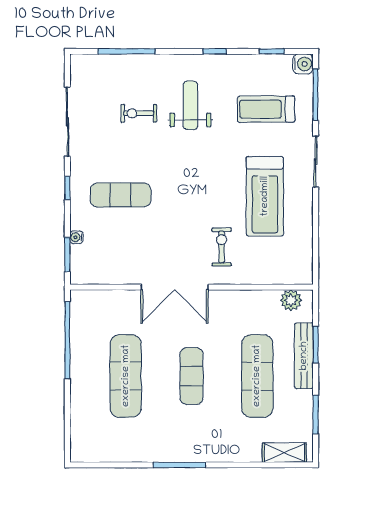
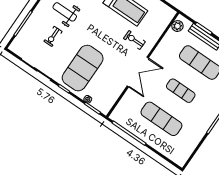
exercise mat: (121, 195) -> (83, 68), width x2.00, depth x1.45

